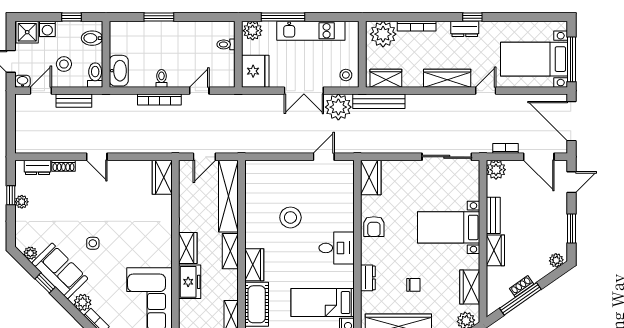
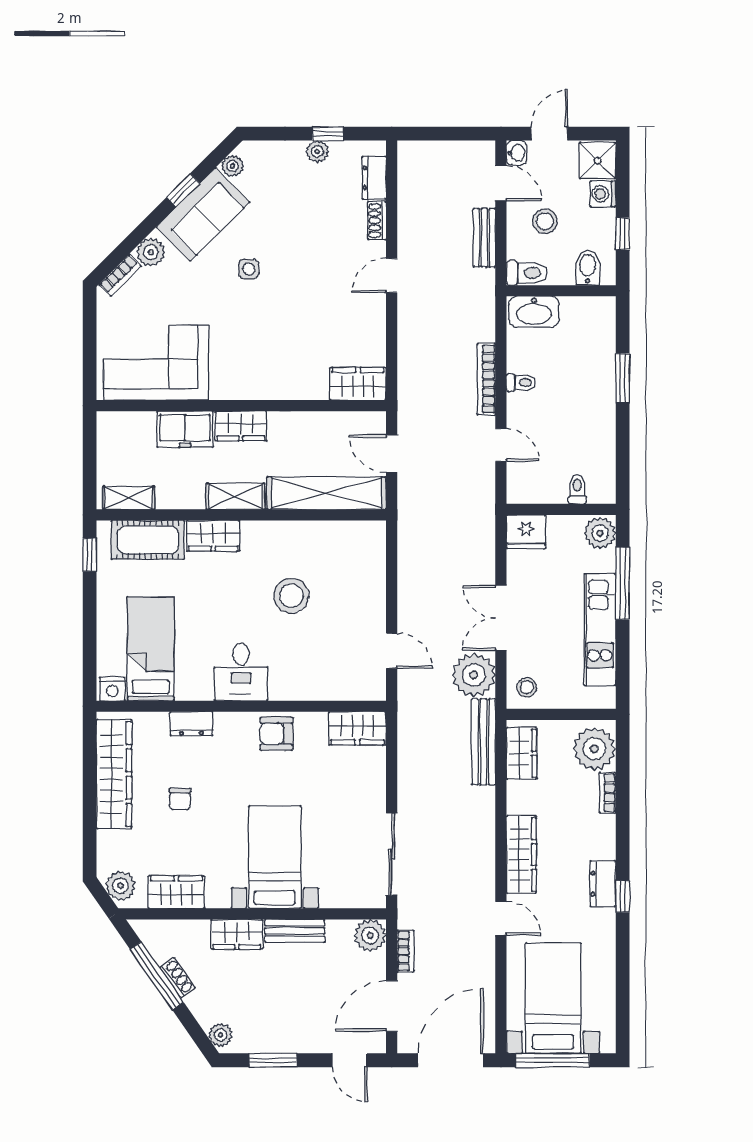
bookcase: (417, 26) -> (608, 793), width x0.64
fridge: (255, 71) -> (526, 532), width x0.73, depth x0.75

